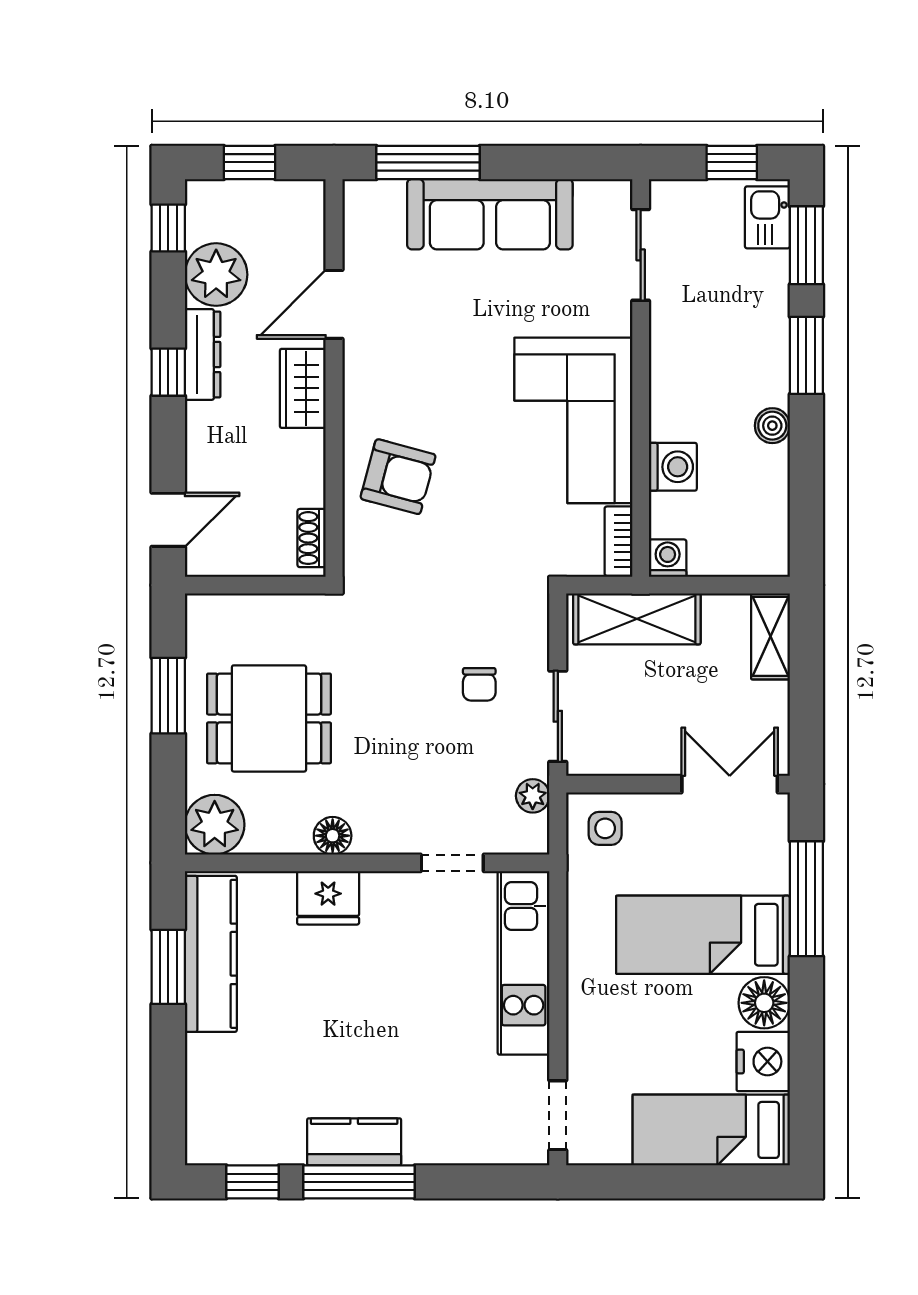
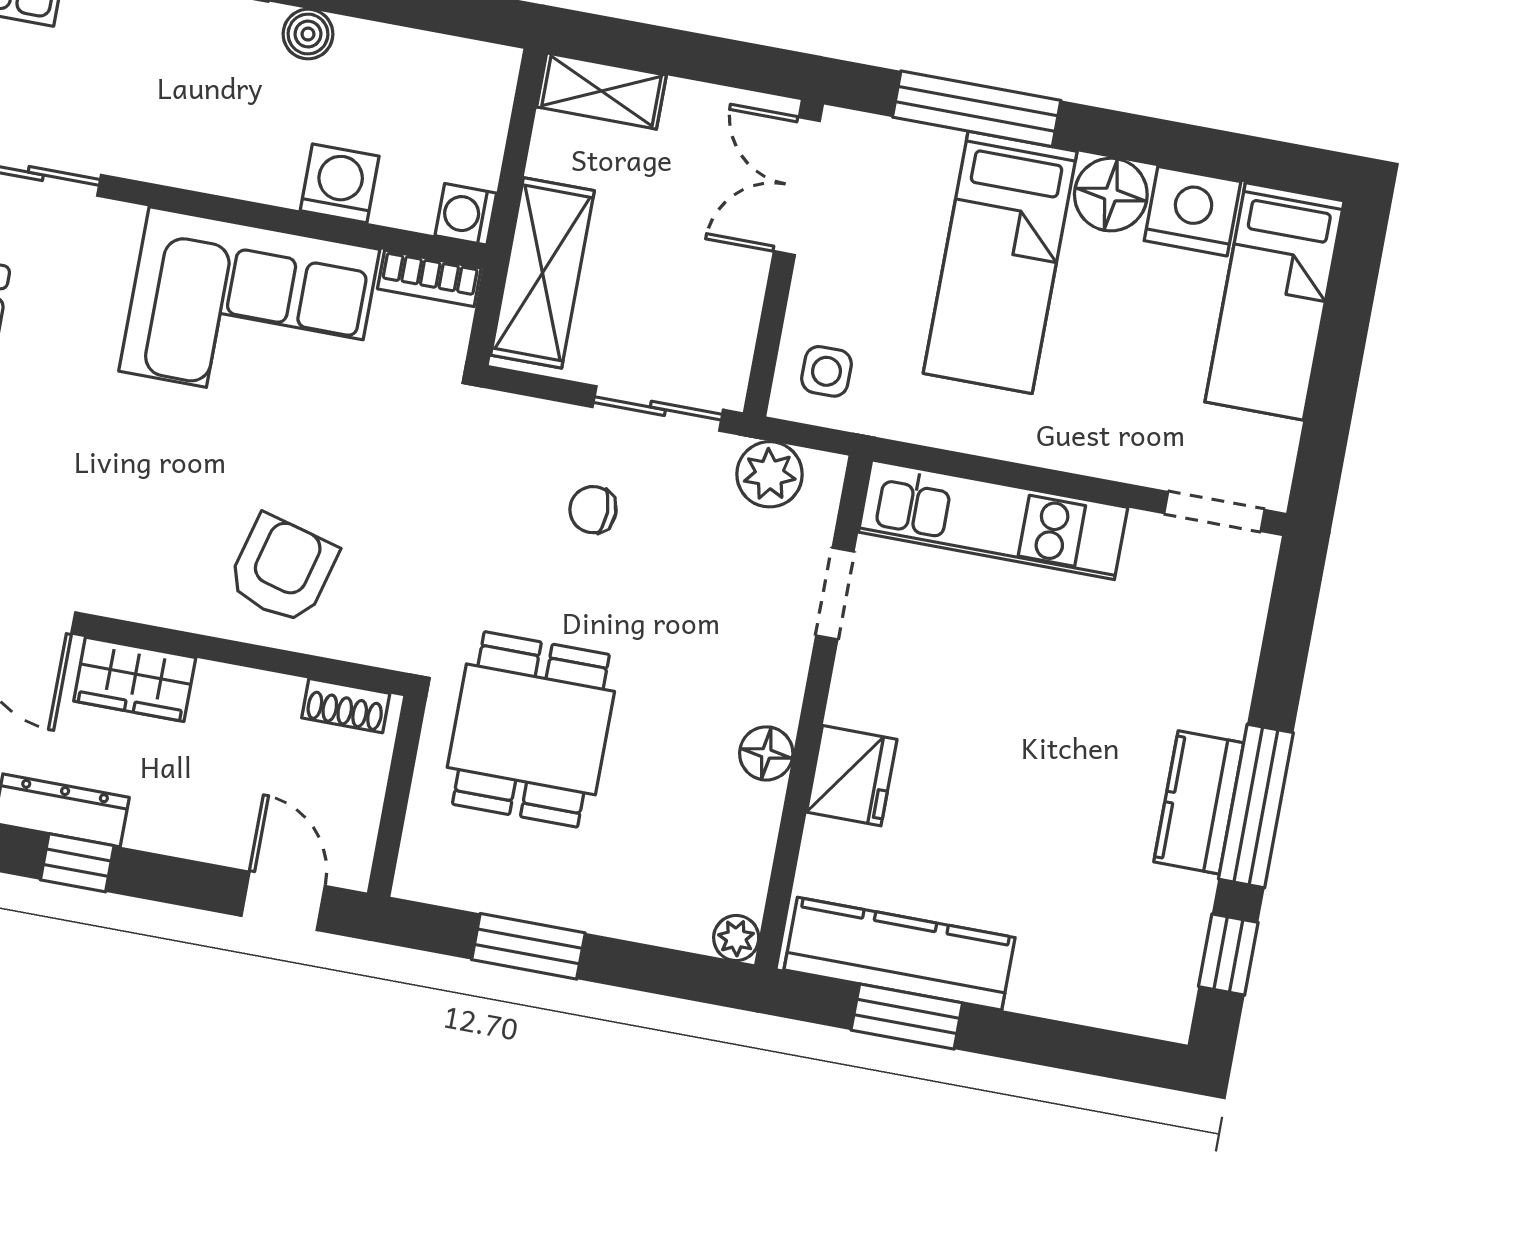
chair: (479, 684) -> (593, 510), turned 180
dining table: (269, 718) -> (531, 729), moved
plant: (533, 796) -> (770, 474), width x1.38, depth x1.38
plant: (215, 825) -> (736, 938), width x0.53, depth x0.53

